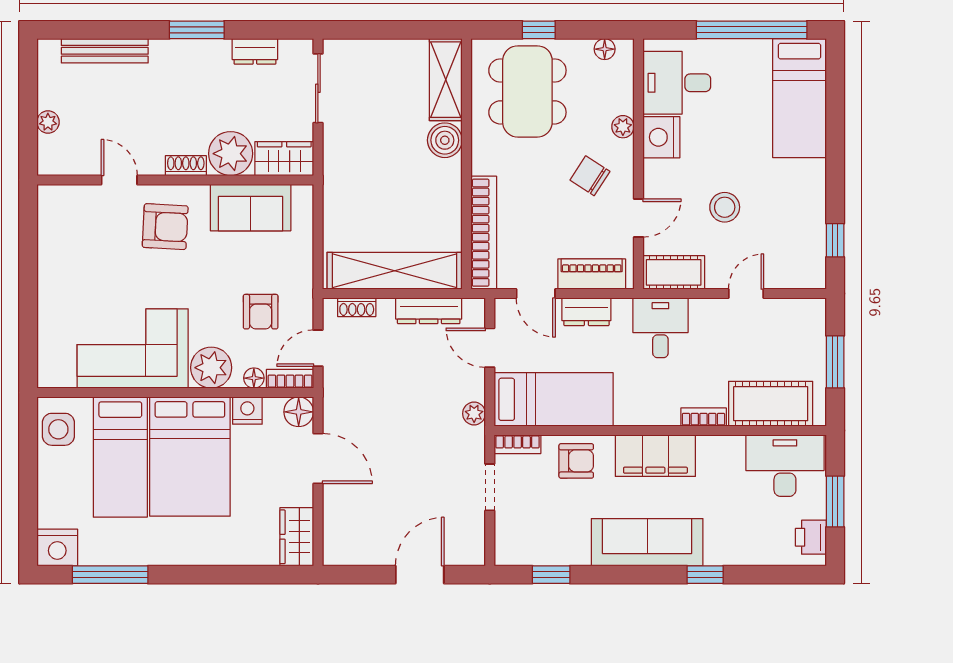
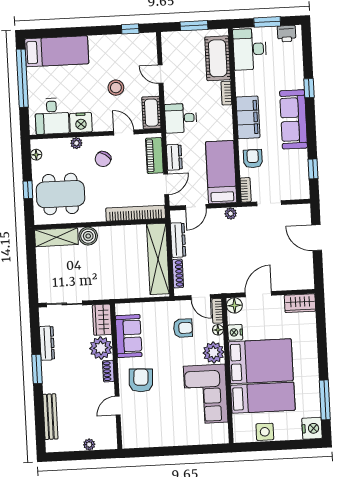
dresser: (255, 51) -> (47, 343), width x1.44
shoe rack: (357, 307) -> (178, 274), width x1.43
side table: (58, 429) -> (265, 432), moved

